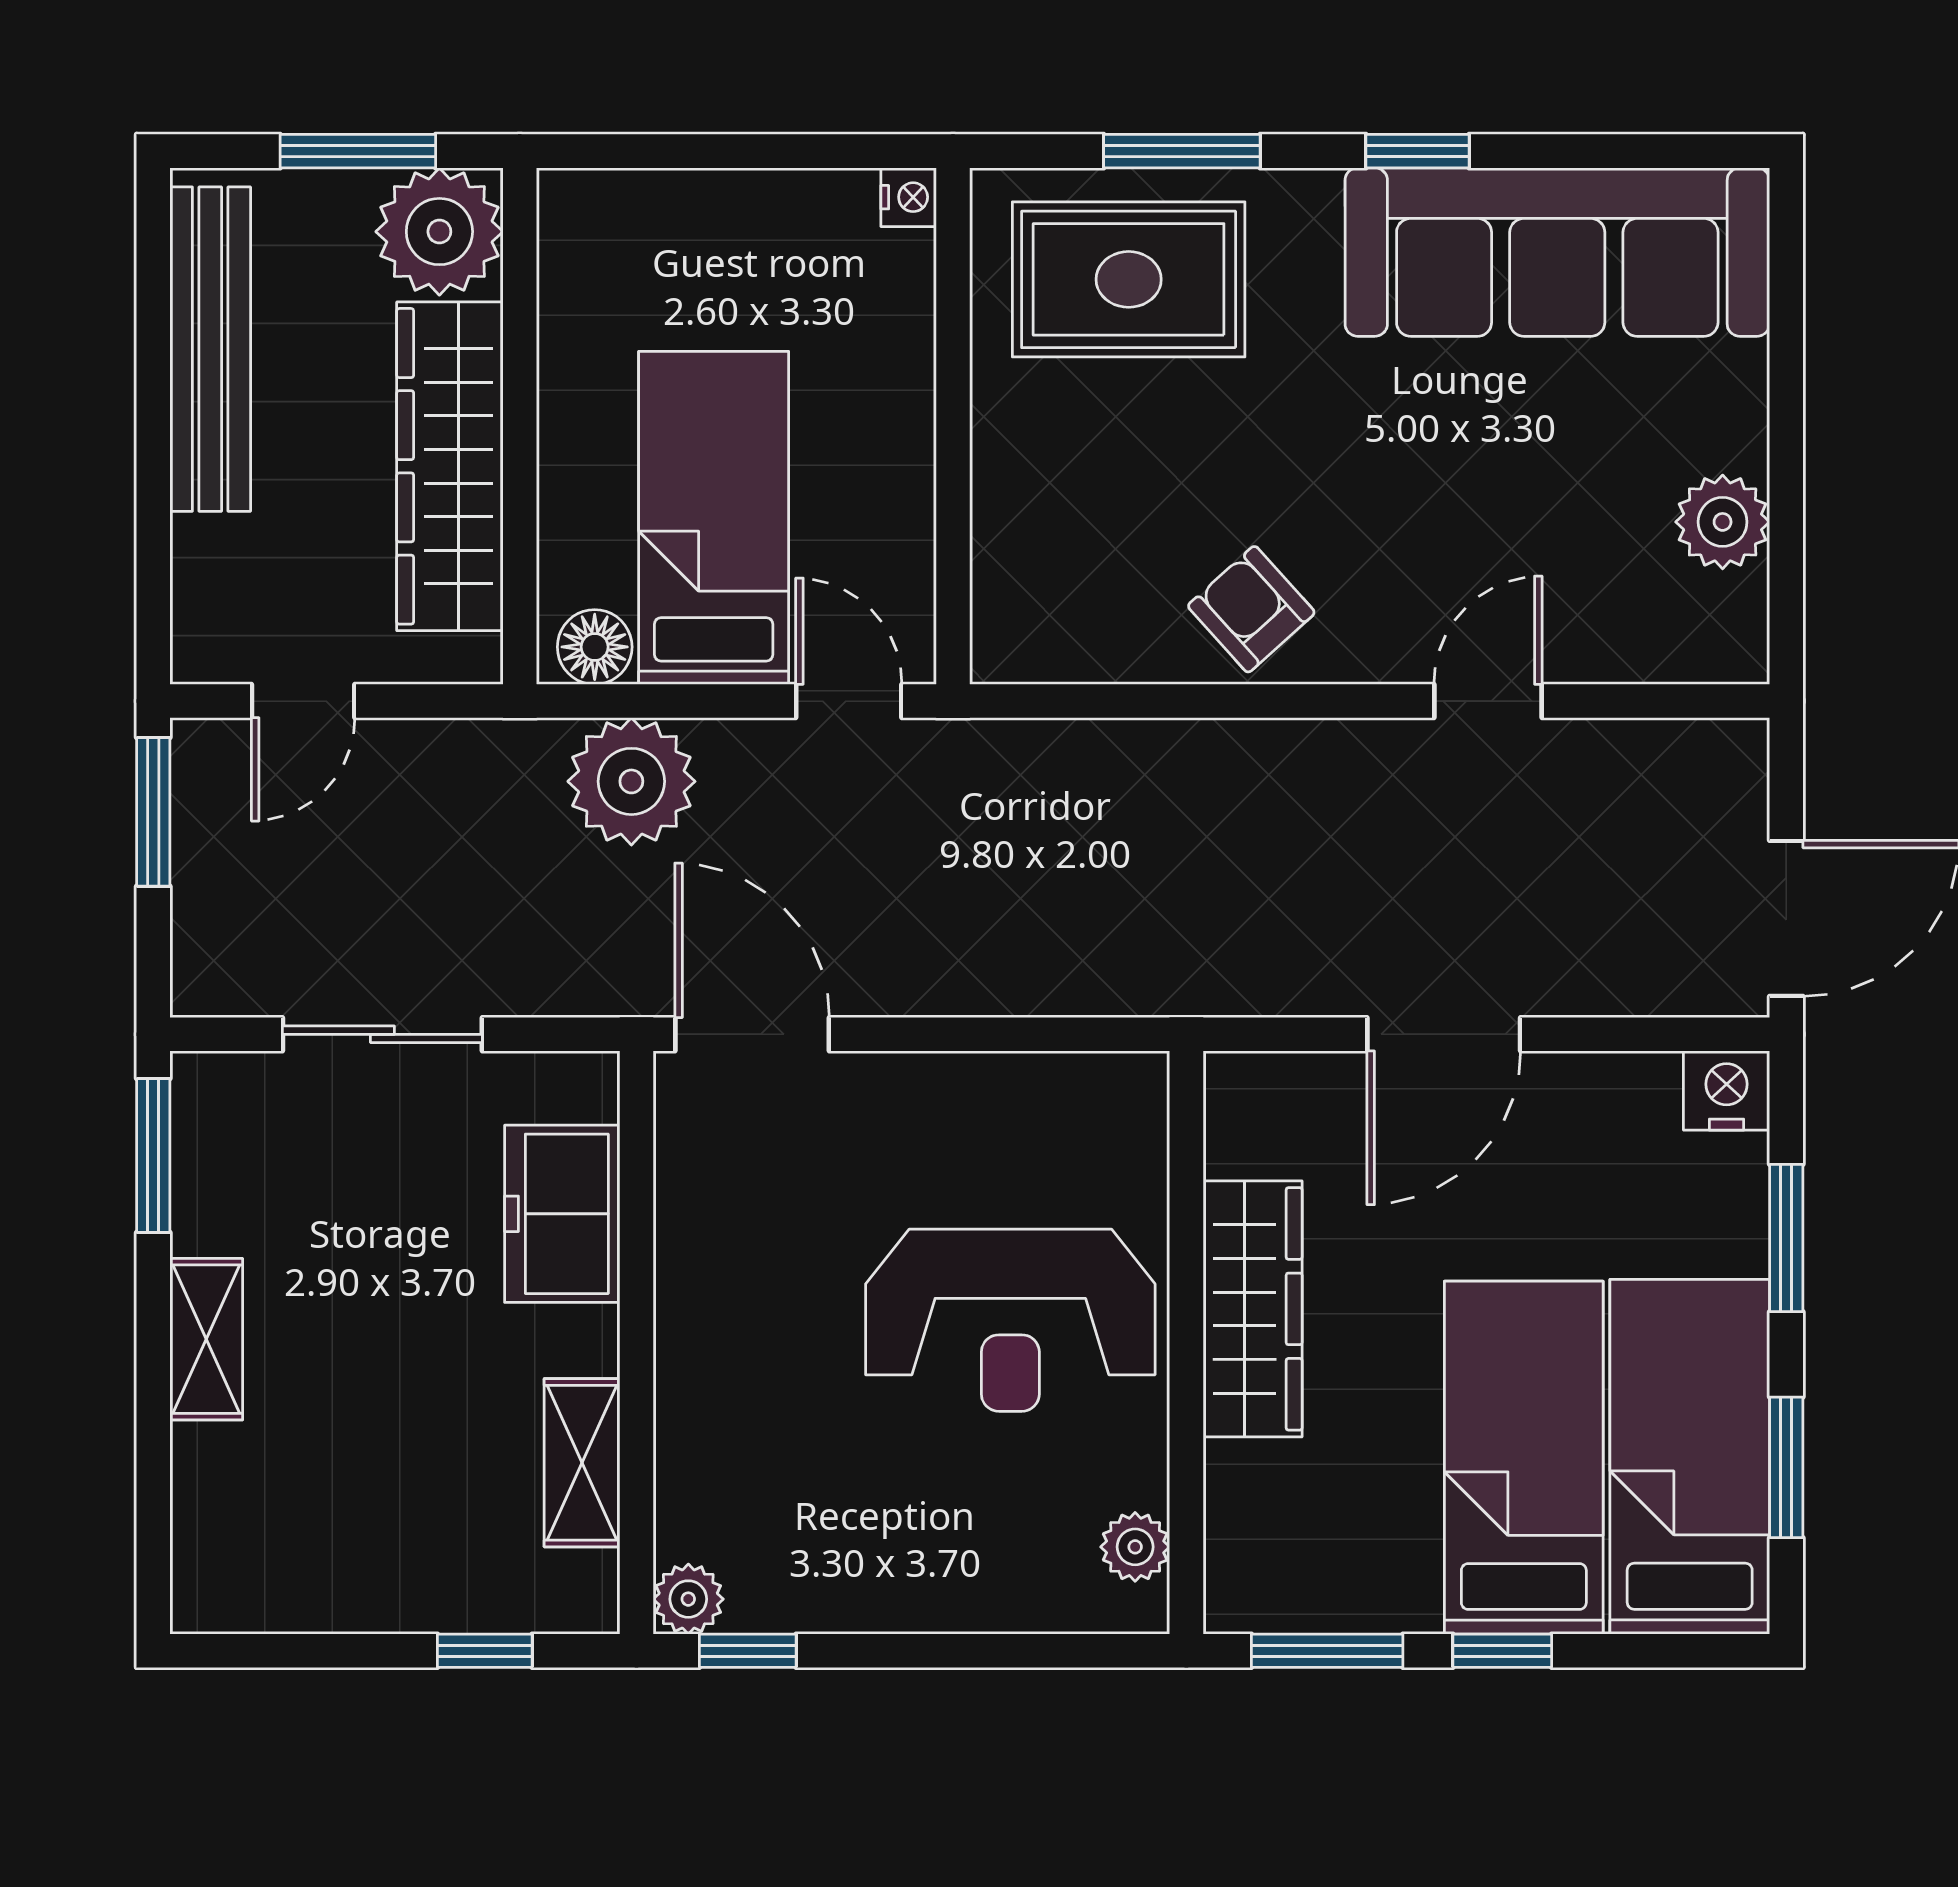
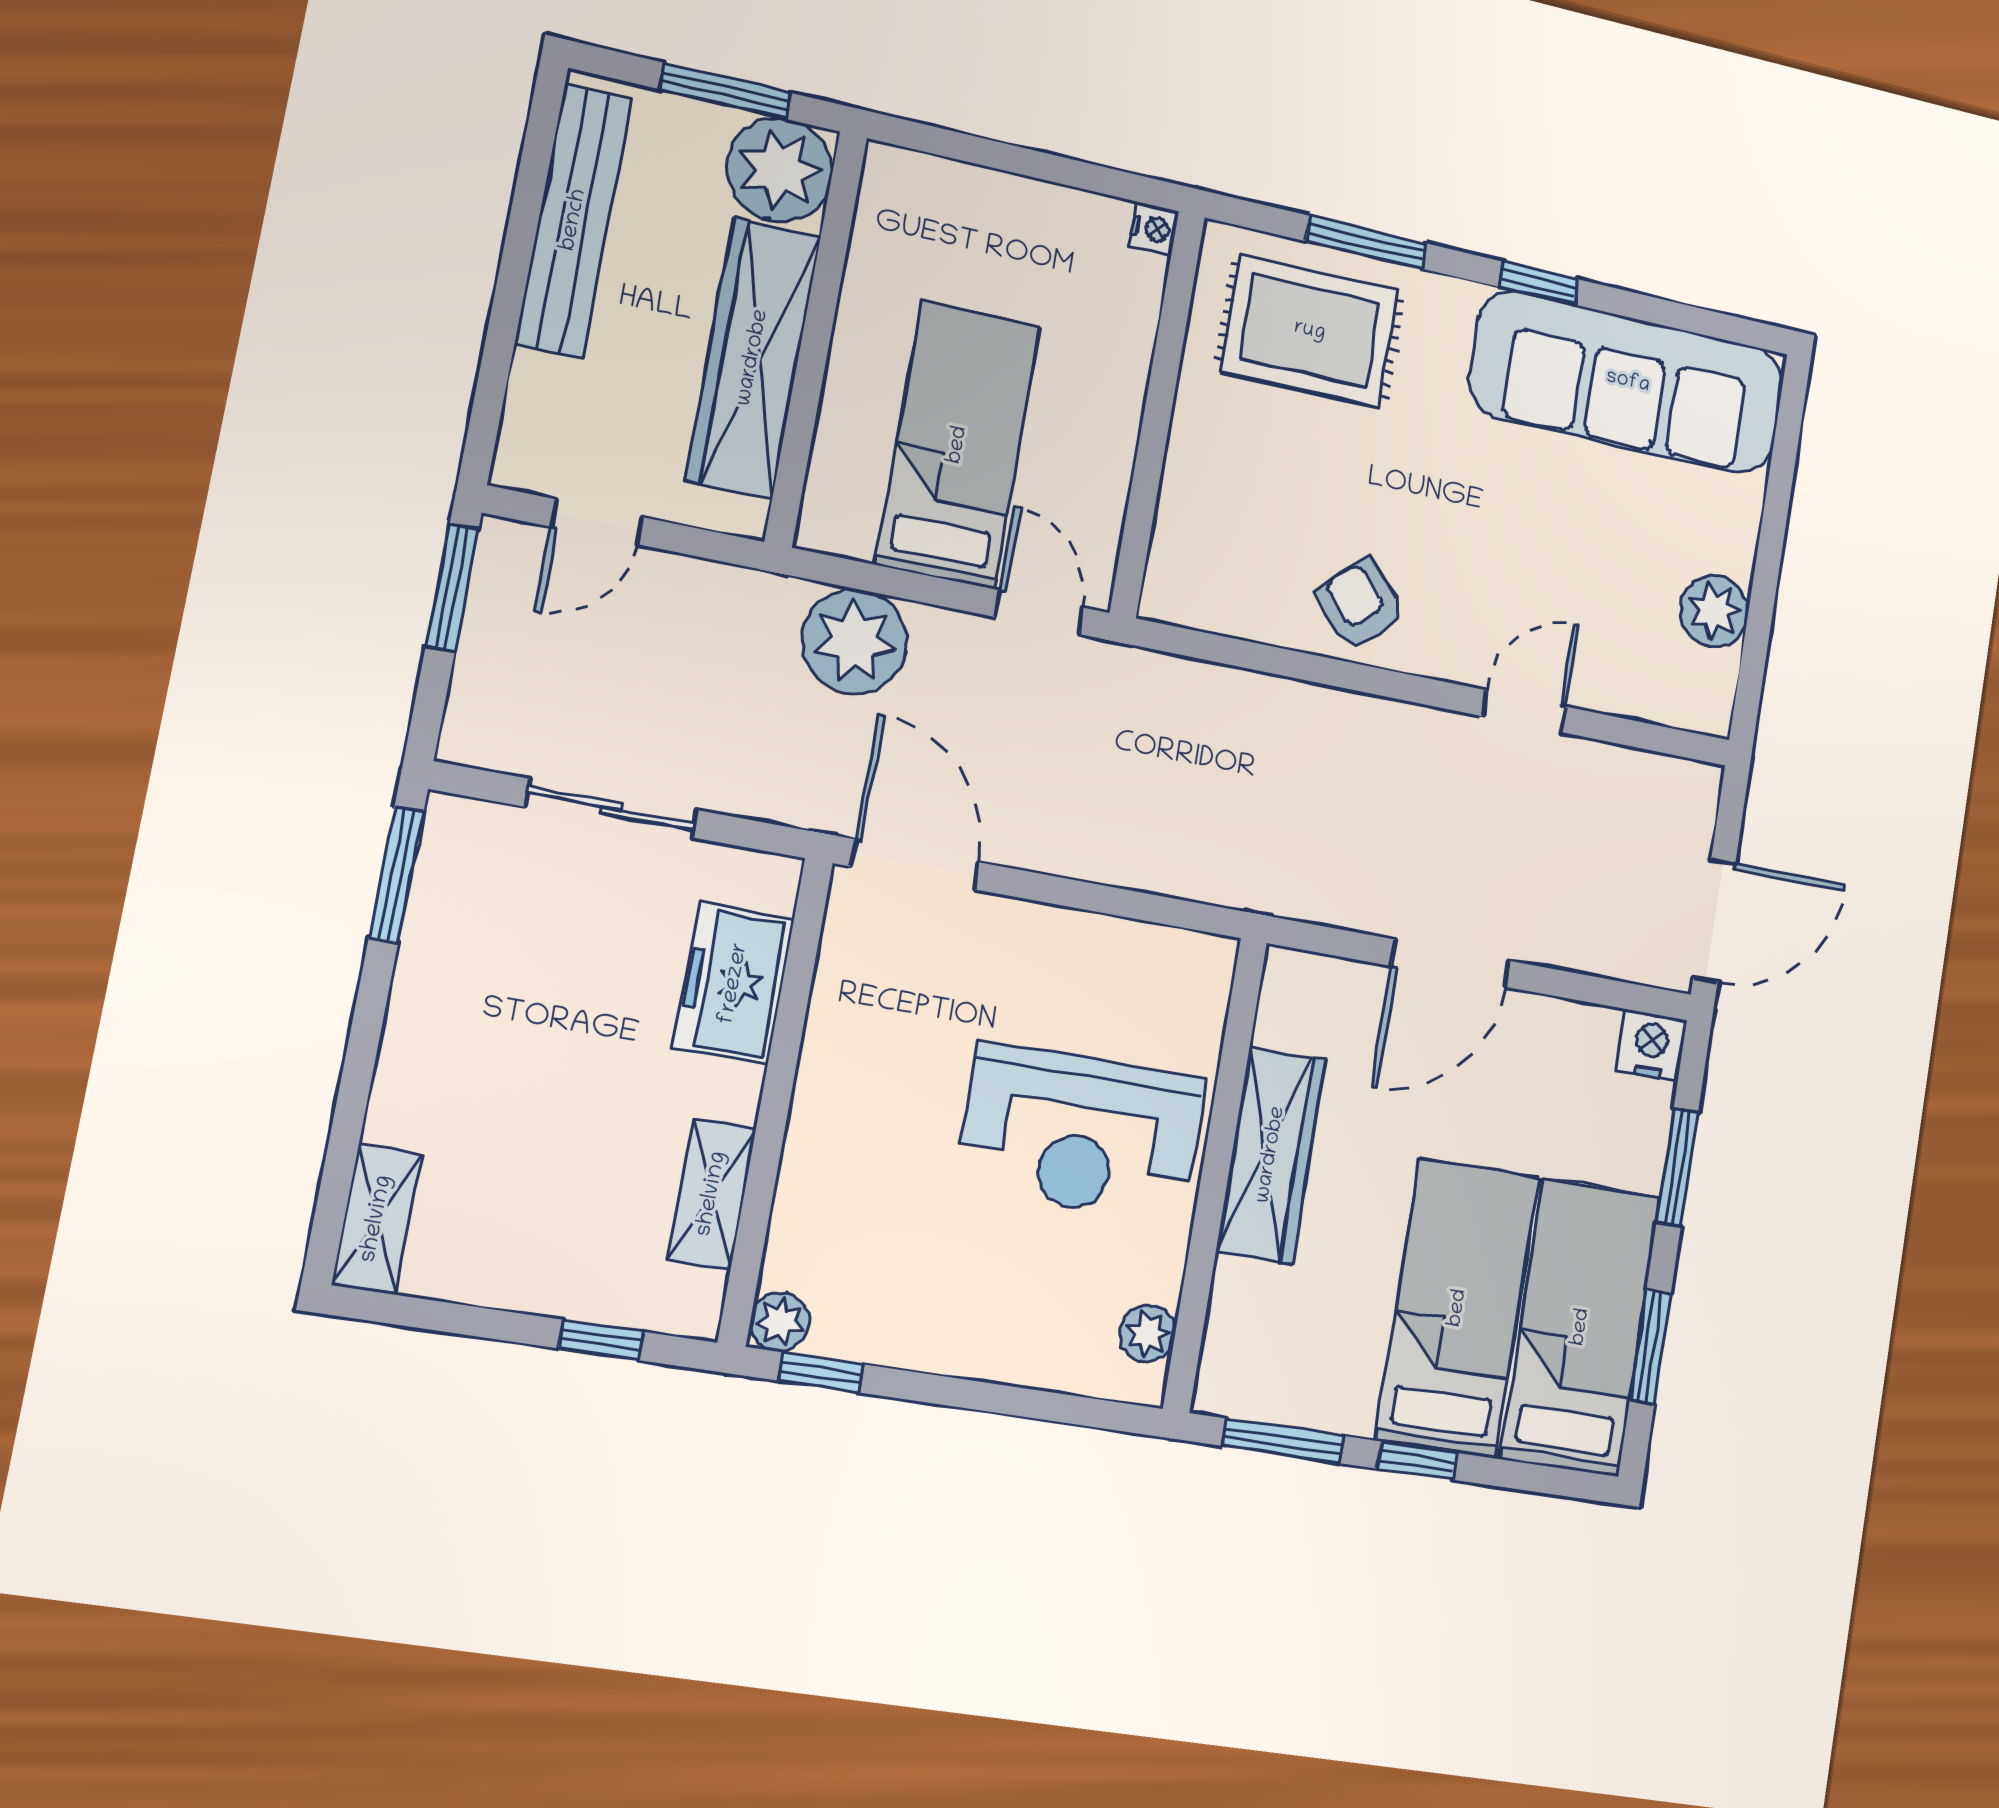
floor lamp: (595, 647) -> (844, 527), removed
shelving: (206, 1339) -> (377, 1219), moved

